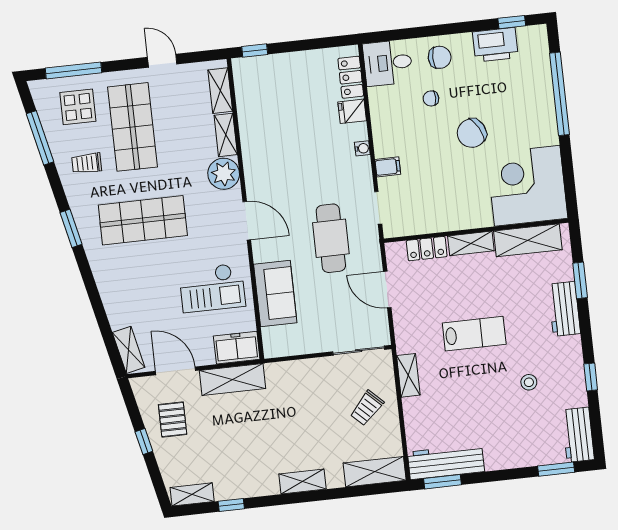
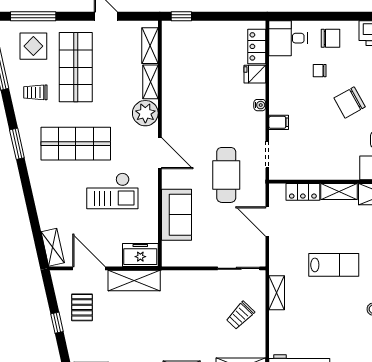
checkout: (212, 288) -> (112, 191), moved

